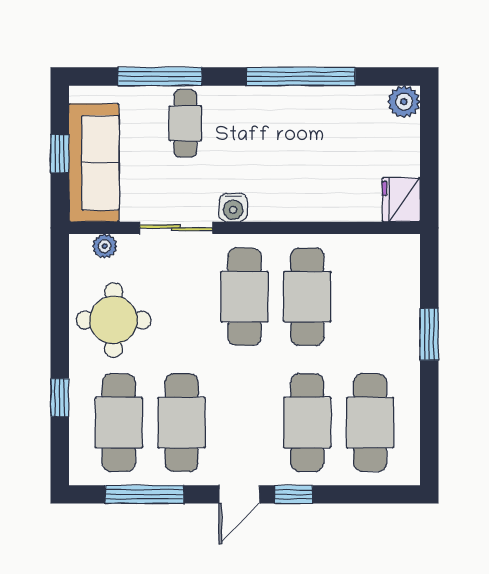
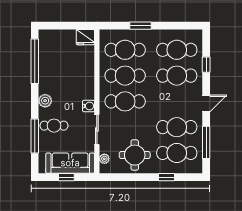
window: (301, 76) -> (35, 61), moved
plant: (404, 102) -> (45, 101), moved
cafe table: (370, 297) -> (125, 50), added
door: (239, 494) -> (206, 104), hinge flipped
window: (294, 494) -> (206, 65), moved

